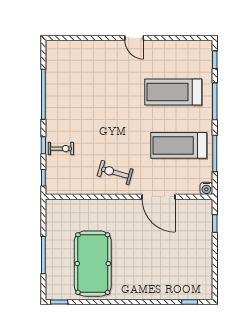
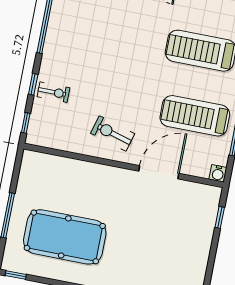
door: (159, 197) -> (159, 172), swing flipped
pool table: (93, 264) -> (65, 237), turned 90

